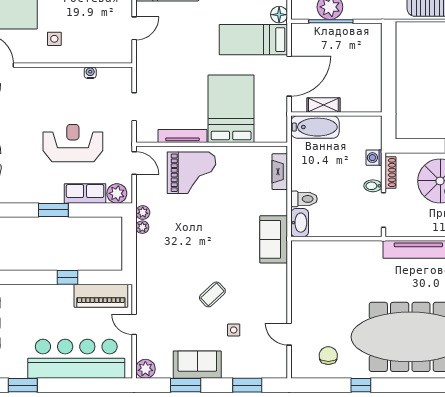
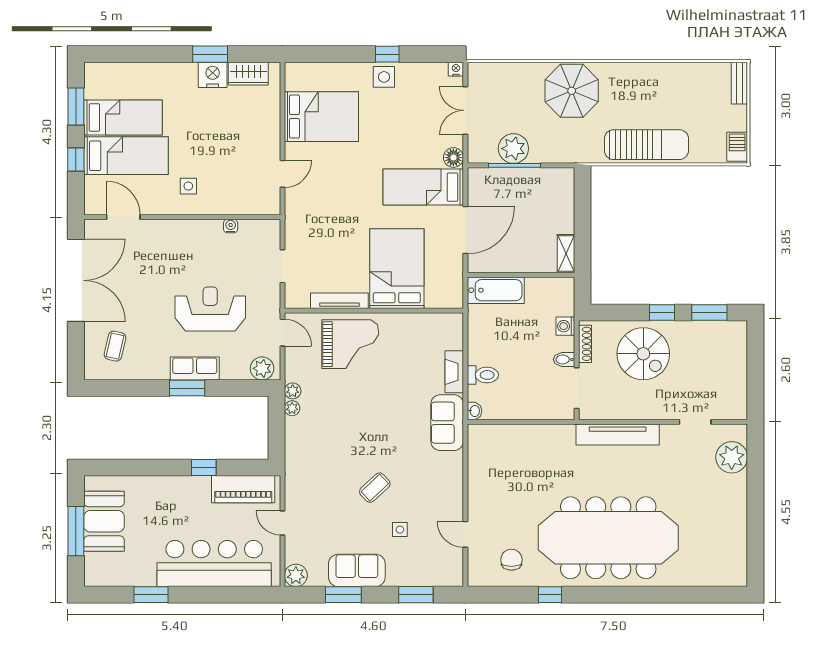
shelving: (323, 105) -> (566, 254), moved, turned 90
fireplace: (280, 172) -> (454, 372), moved
row of seats: (85, 193) -> (195, 368), moved
washbasin: (300, 223) -> (474, 411), width x0.52, depth x0.69

